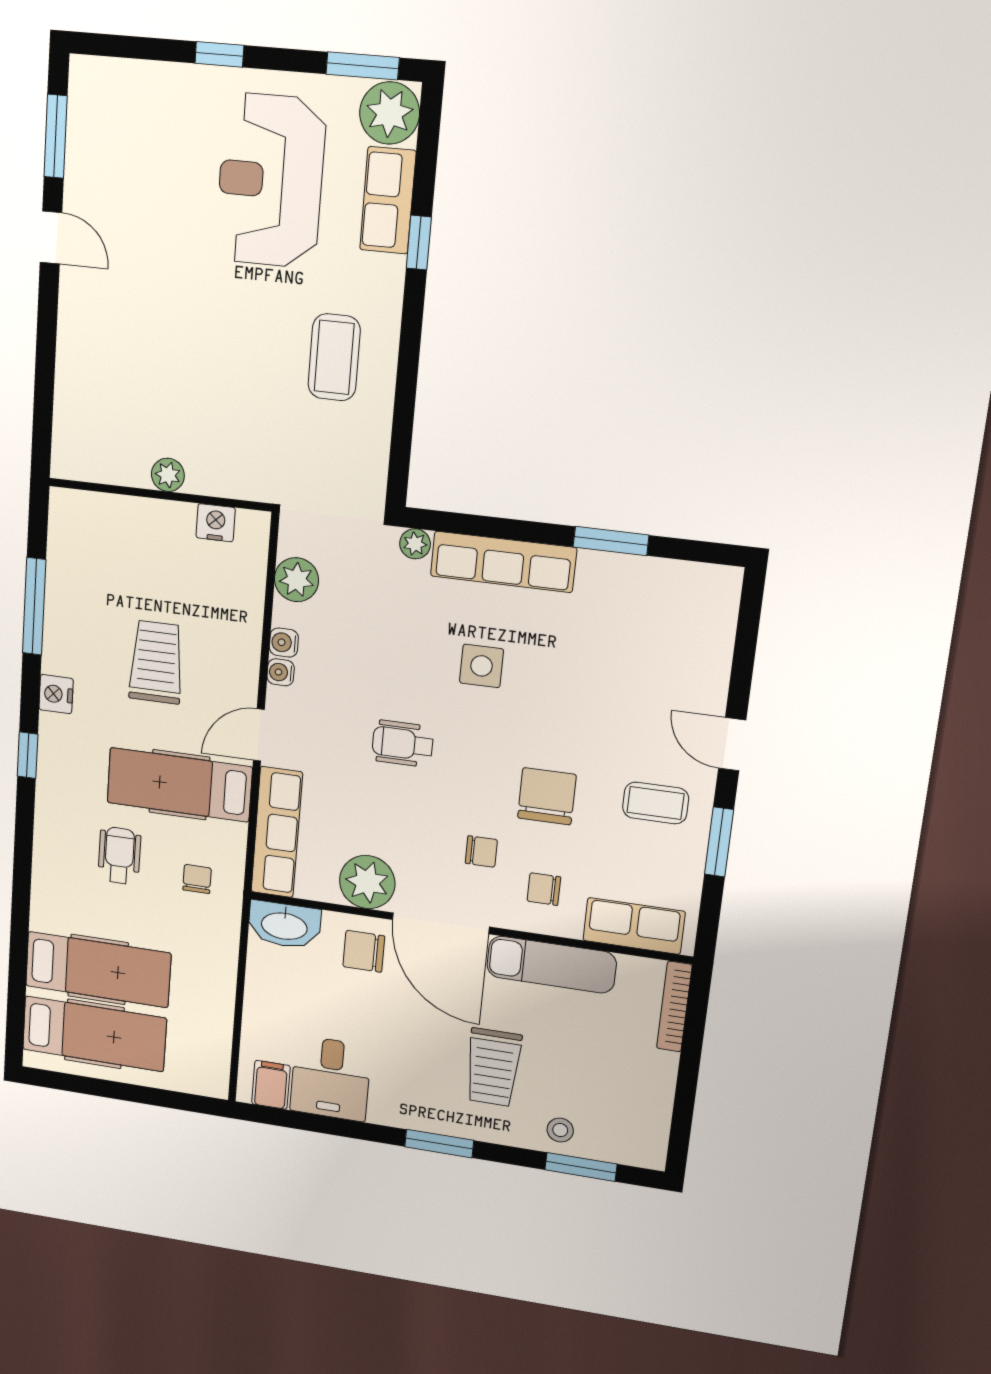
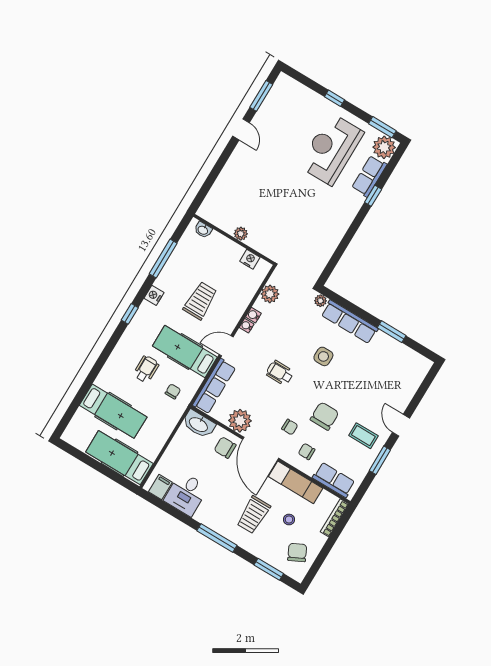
coffee table: (334, 357) -> (324, 221), removed
washbasin: (85, 505) -> (203, 230), added
hospital bed: (94, 1034) -> (119, 458), moved, turned 180
chair: (626, 1110) -> (297, 552), added
stool: (560, 1130) -> (289, 519), moved
window: (439, 1144) -> (217, 538), width x1.44

